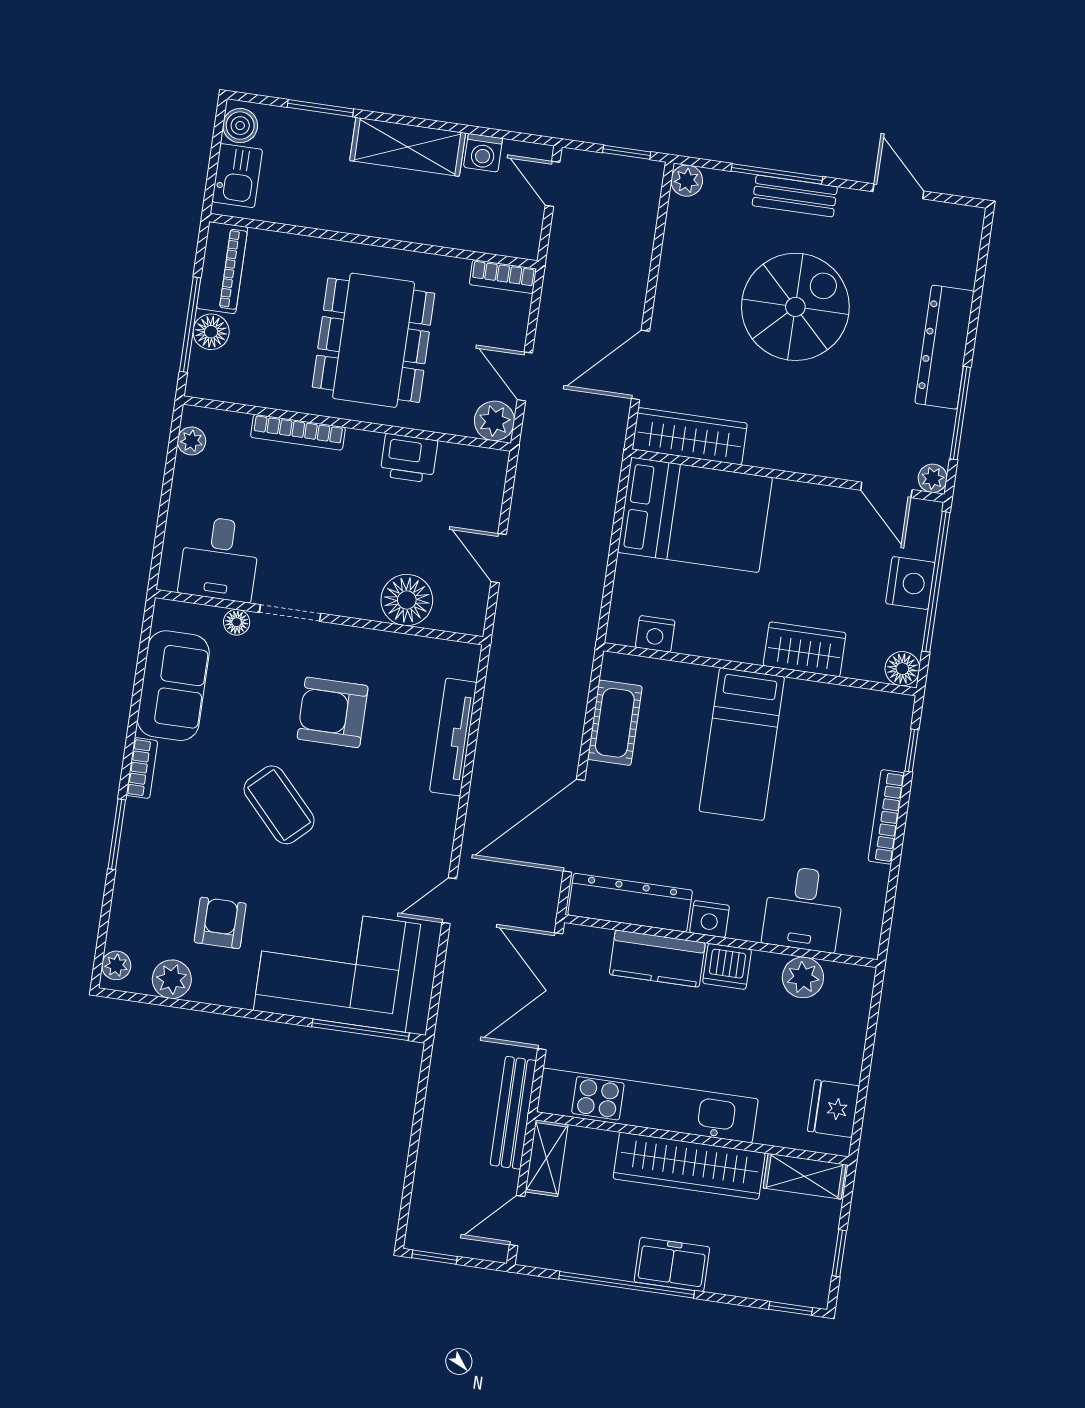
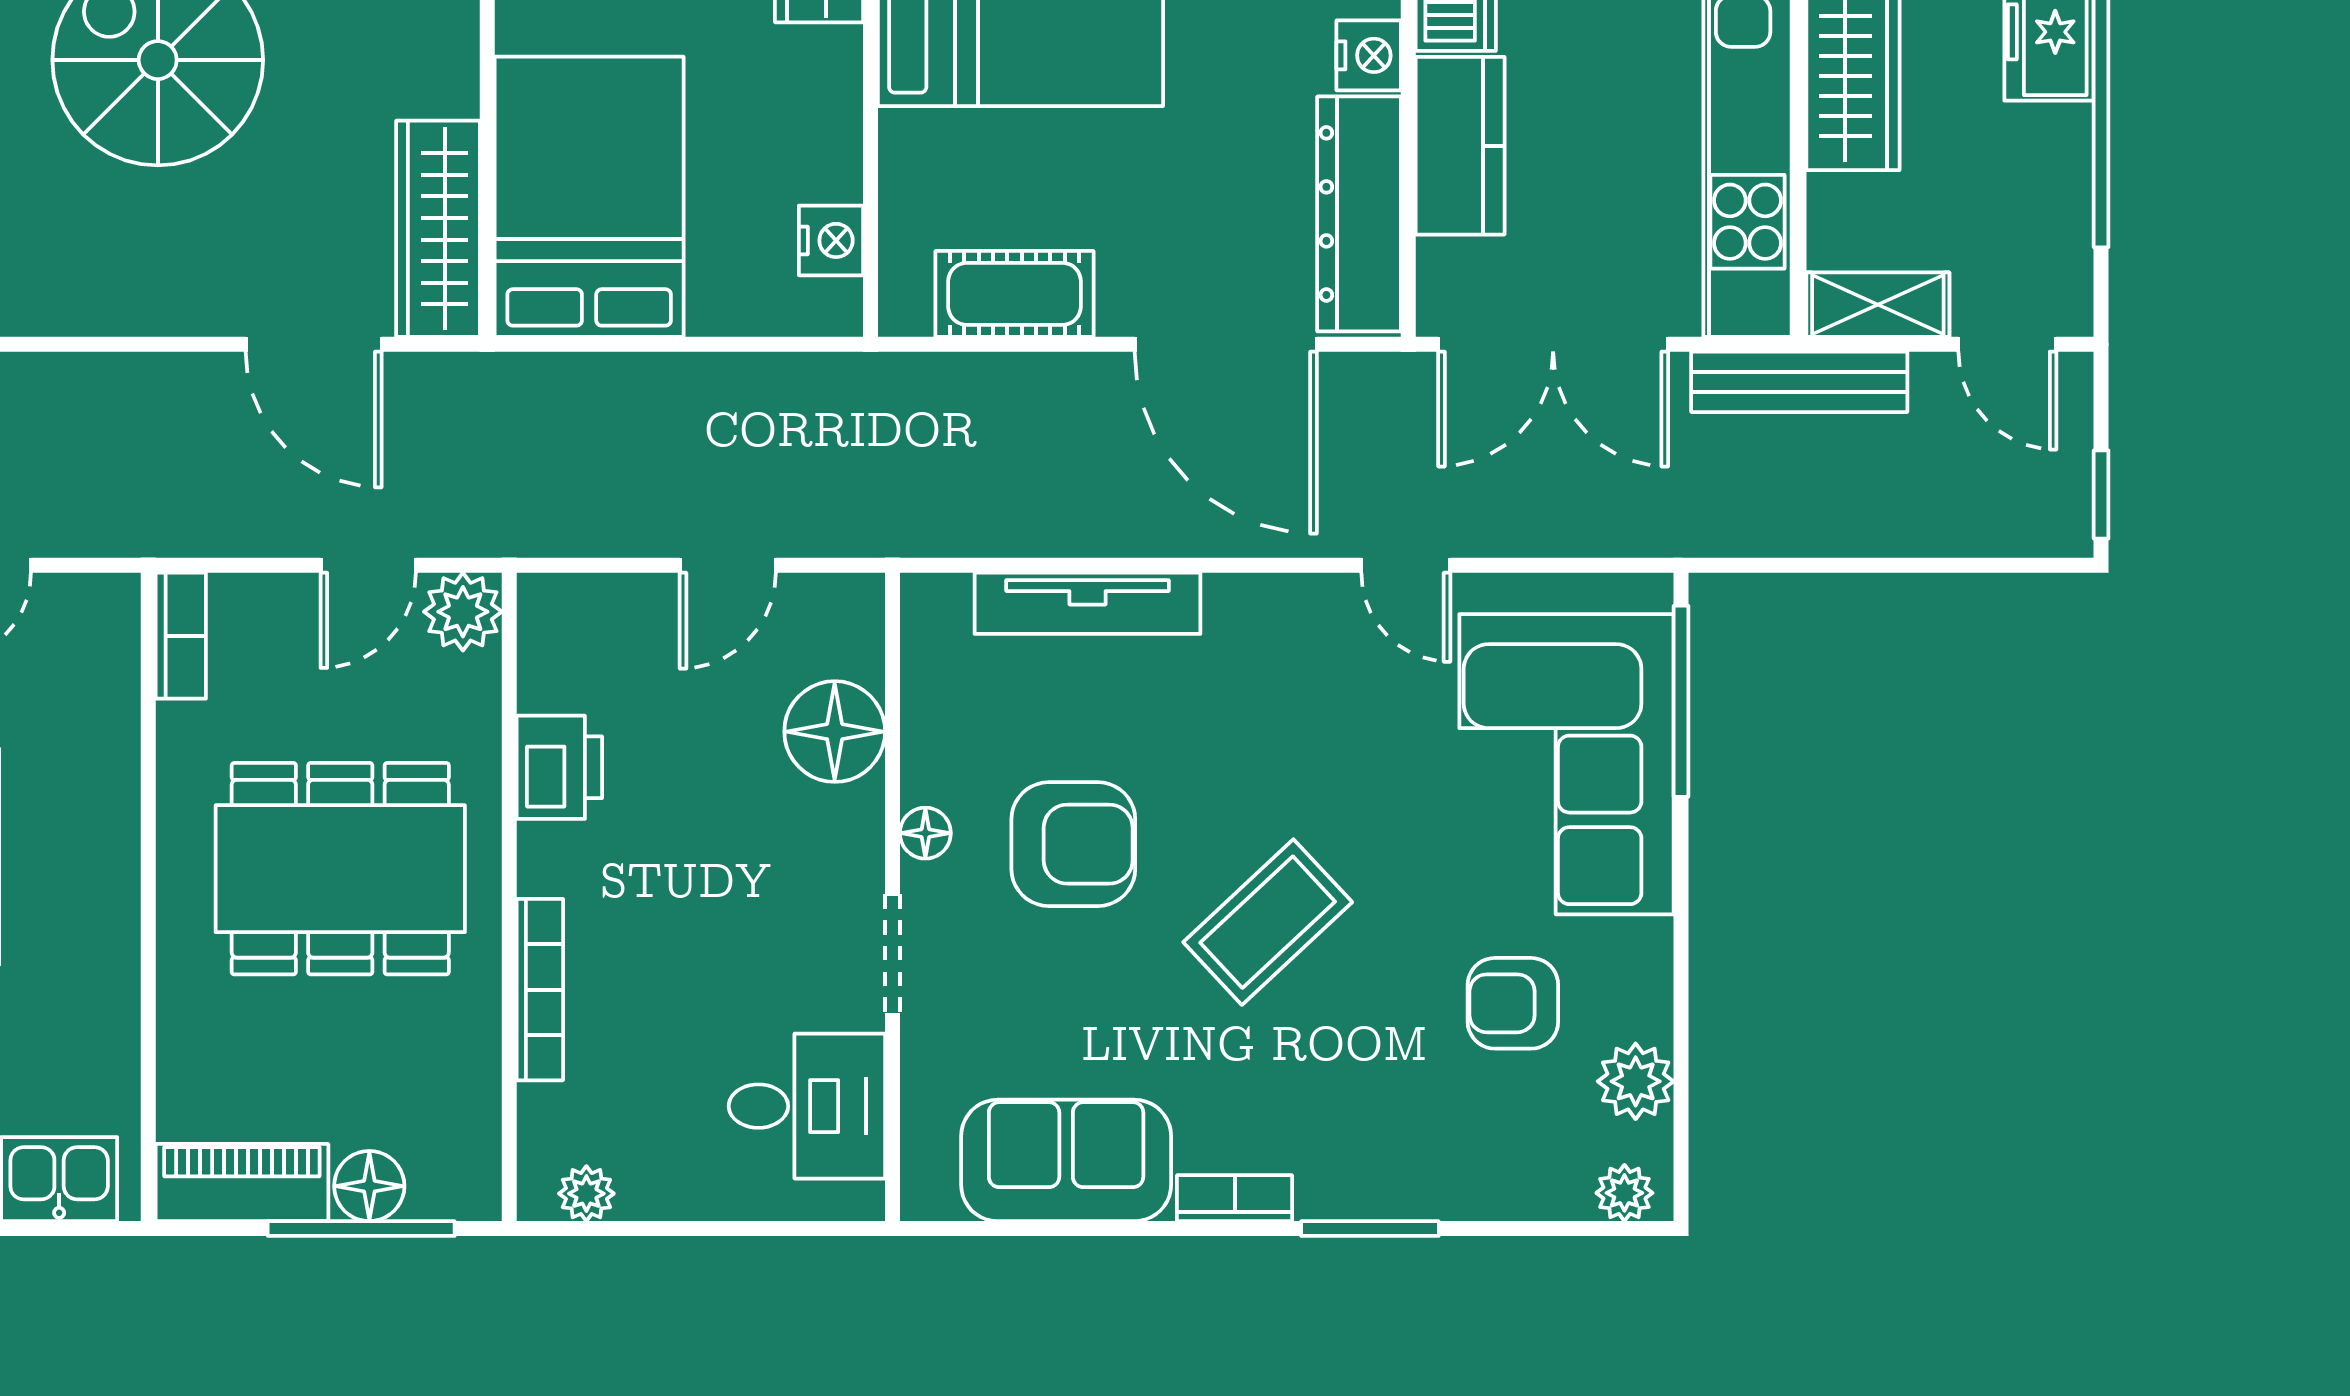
floor lamp: (237, 622) -> (925, 833), moved
armchair: (333, 712) -> (1073, 844), turned -90

